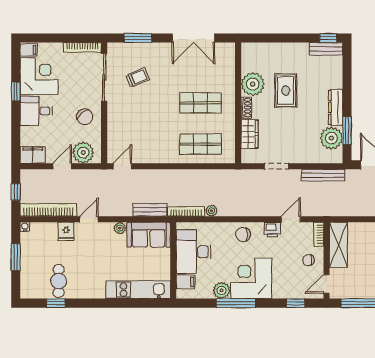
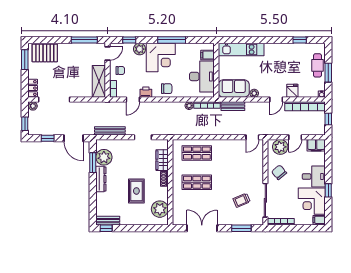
plant: (253, 84) -> (160, 209), moved
cafe table: (59, 281) -> (317, 65), moved
plant: (221, 290) -> (140, 49), moved

